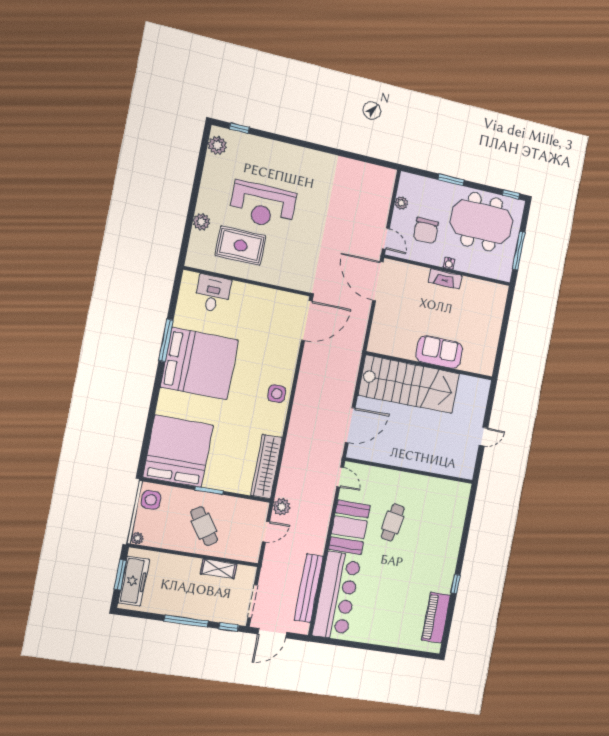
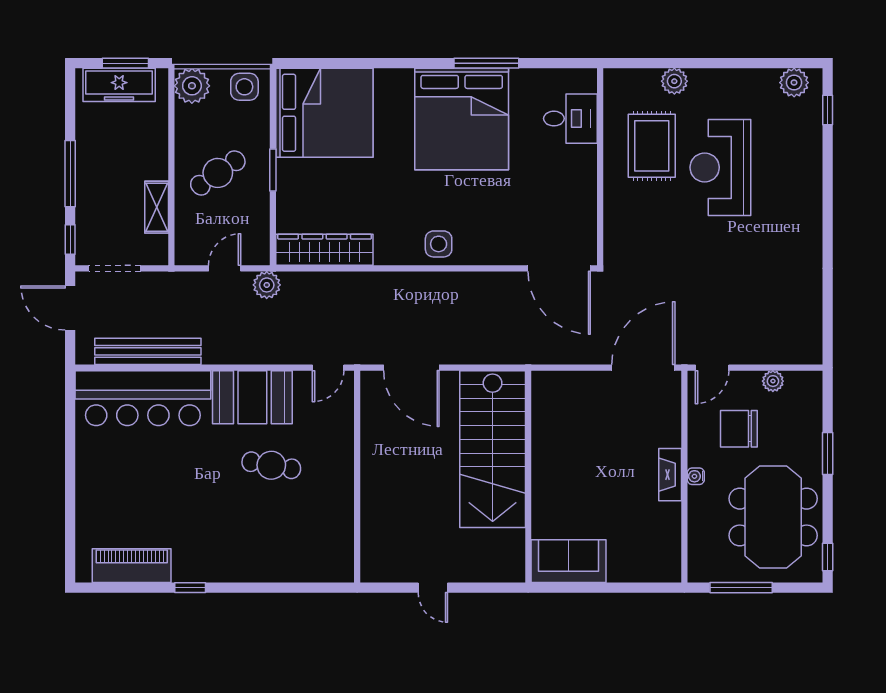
sofa: (439, 352) -> (569, 561), moved, turned -90
door: (266, 532) -> (225, 268), swing flipped
plant: (137, 538) -> (192, 86), width x1.88, depth x1.88

